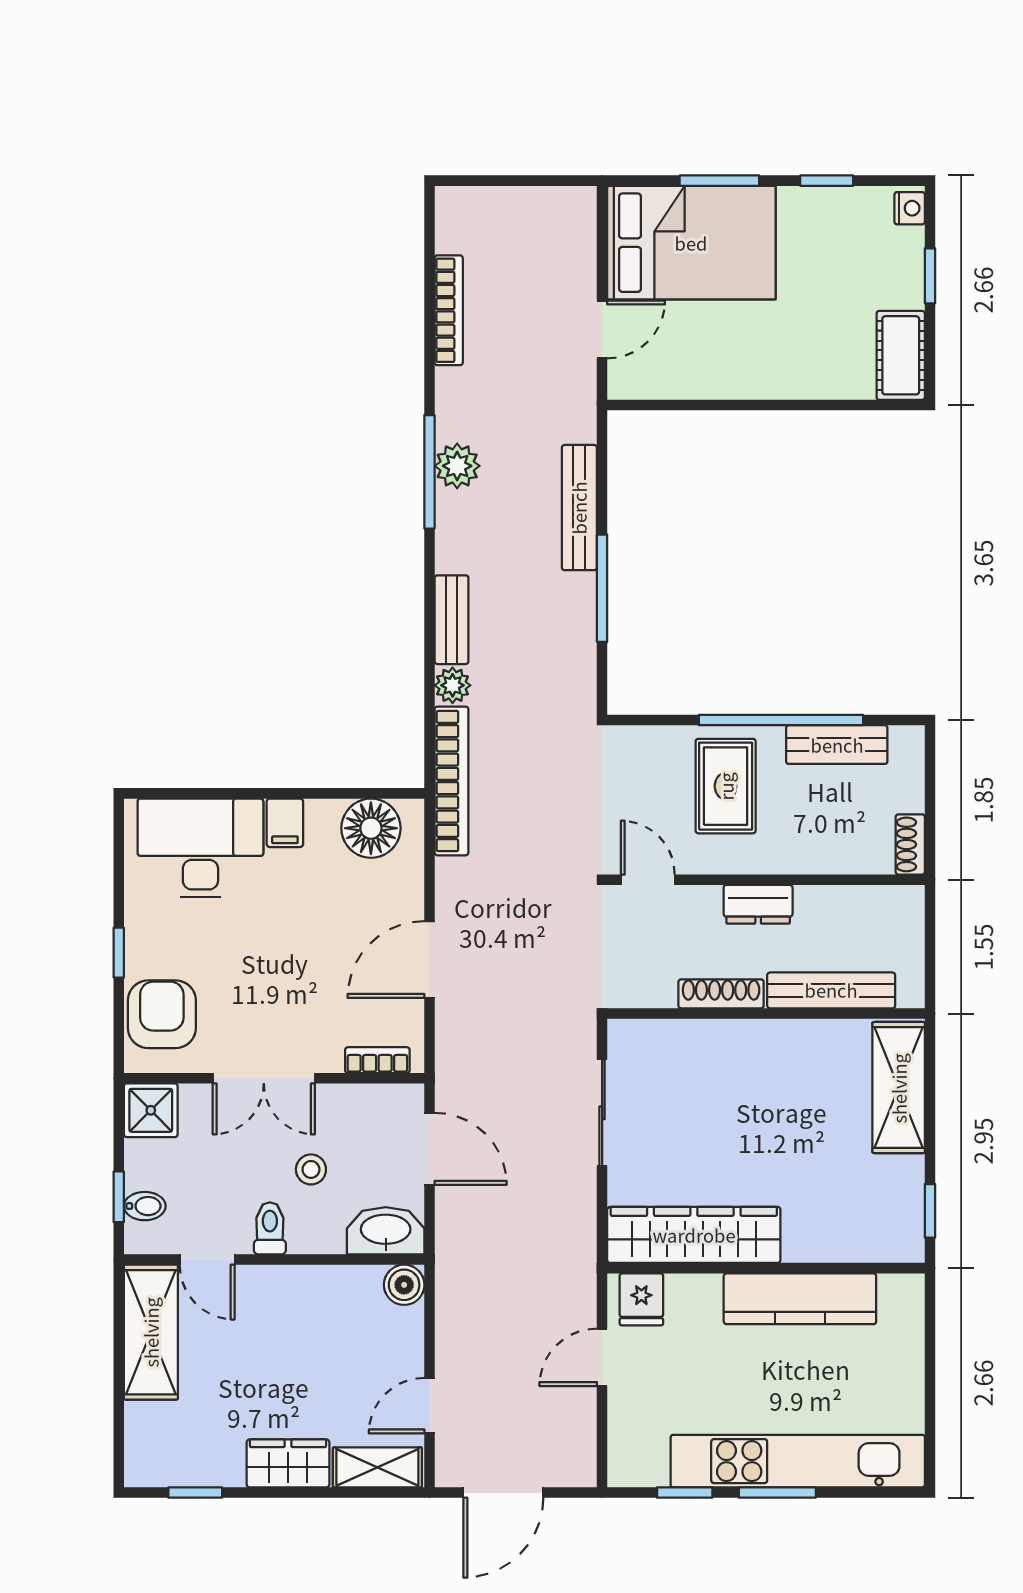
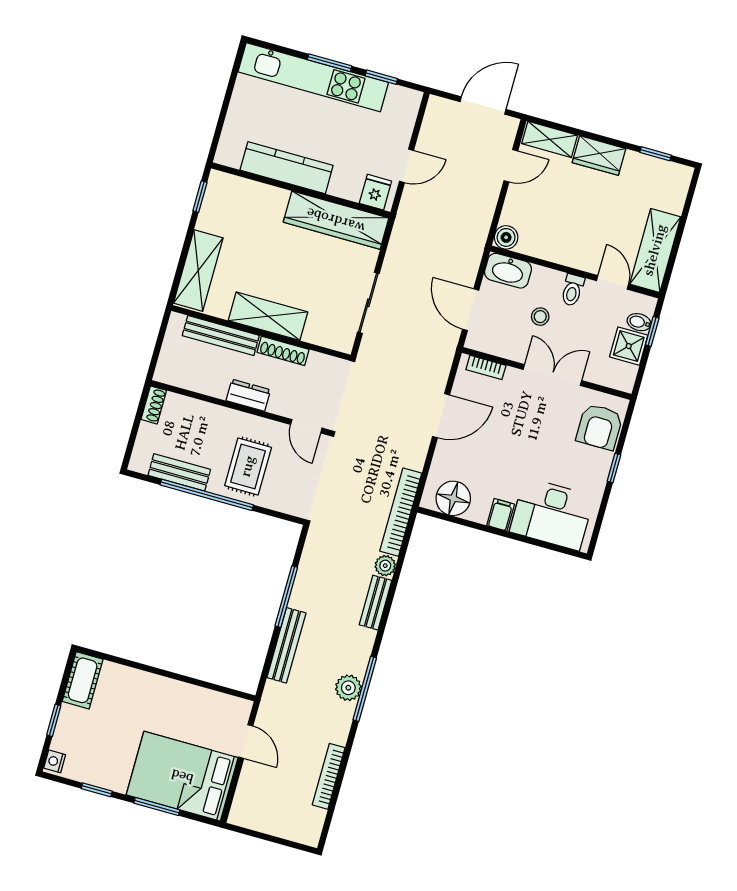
door: (602, 329) -> (246, 742), swing flipped
shelving: (762, 1044) -> (268, 316), added
shower: (151, 1110) -> (629, 346), moved

